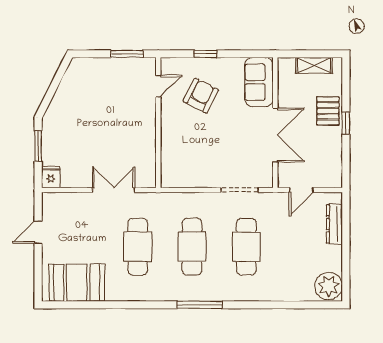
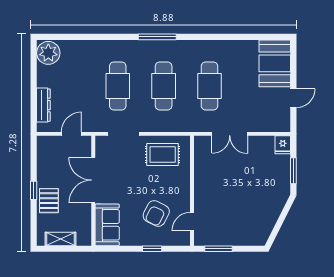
rug: (193, 166) -> (163, 154), added
booth: (77, 283) -> (275, 63), moved, turned 90

